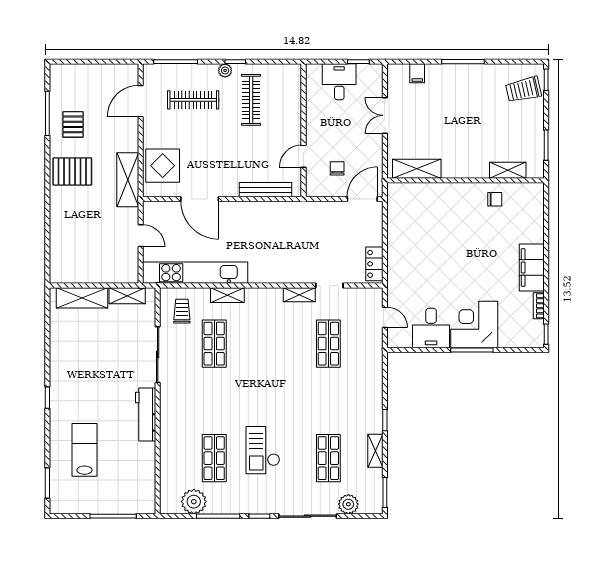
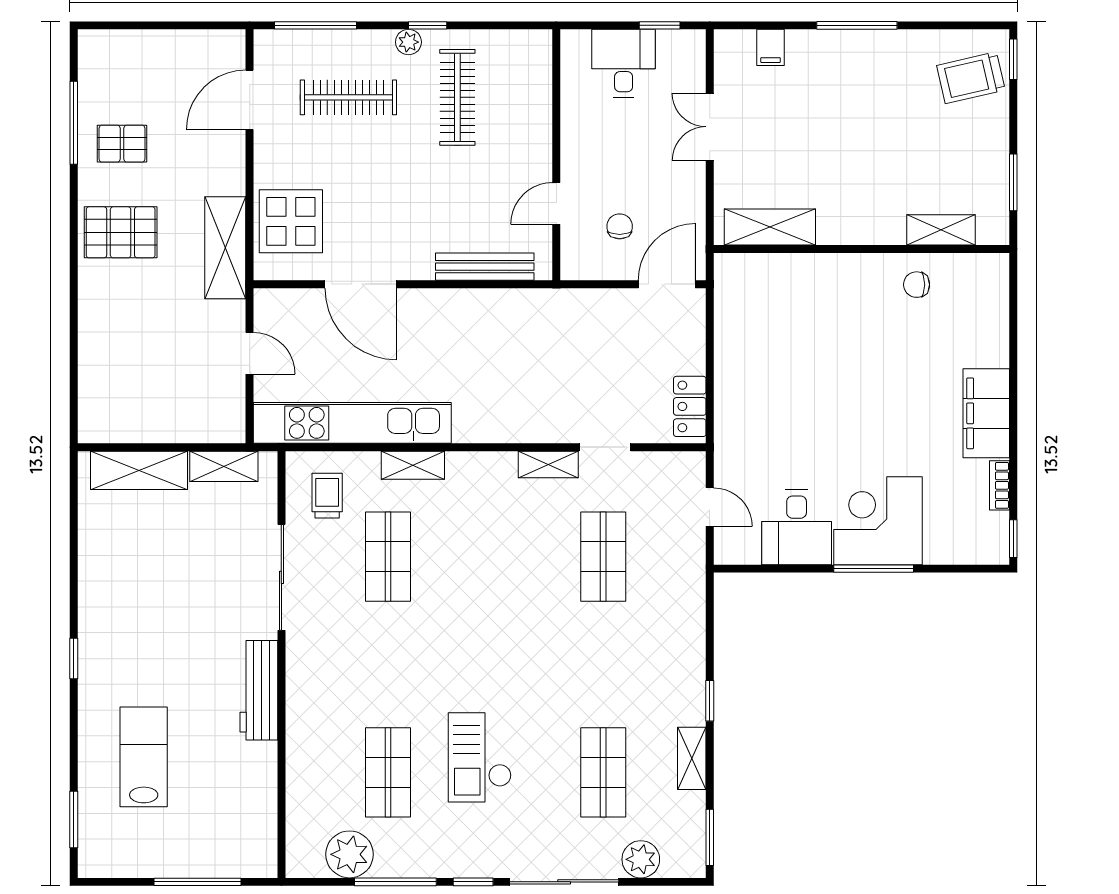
pallet: (73, 124) -> (122, 144), turned 90
chair: (495, 199) -> (917, 285), turned 180

